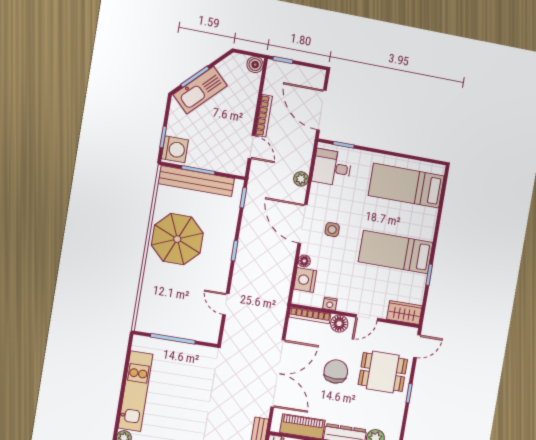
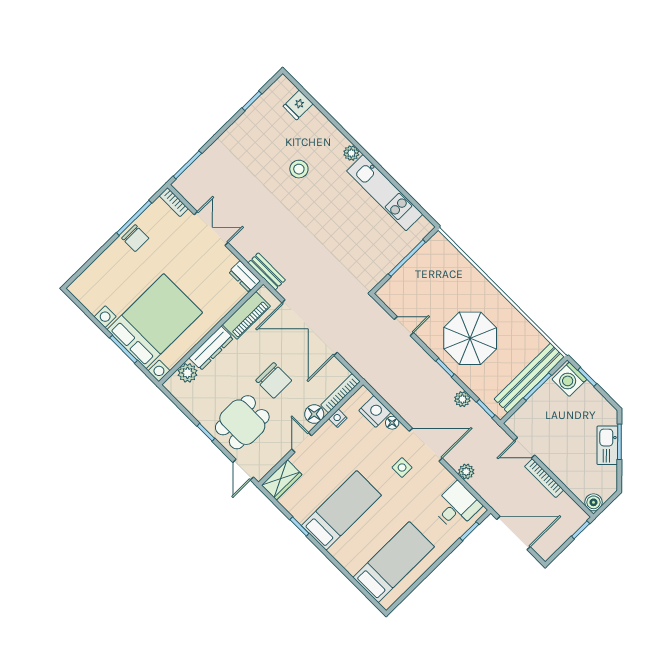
kitchen sink: (200, 90) -> (607, 445), width x0.73, depth x0.81
plant: (249, 221) -> (462, 399), added
parasol: (177, 239) -> (470, 338), moved

